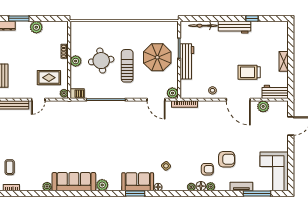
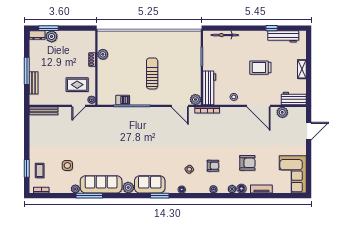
plant: (36, 27) -> (52, 36), moved
workbench: (234, 27) -> (283, 36), moved
parasol: (157, 57) -> (181, 65), removed
plant: (76, 61) -> (103, 54), moved
round table: (101, 61) -> (127, 68), removed
workbench: (187, 61) -> (209, 88), moved
trolley: (249, 72) -> (260, 68), moved
barbecue: (77, 94) -> (123, 100), moved
door: (38, 100) -> (79, 106), moved
side table: (39, 162) -> (67, 165), added
armchair: (207, 169) -> (213, 166), moved
sofa: (138, 182) -> (150, 184), moved
floor lamp: (201, 186) -> (241, 189), moved
window: (257, 193) -> (89, 196), moved

